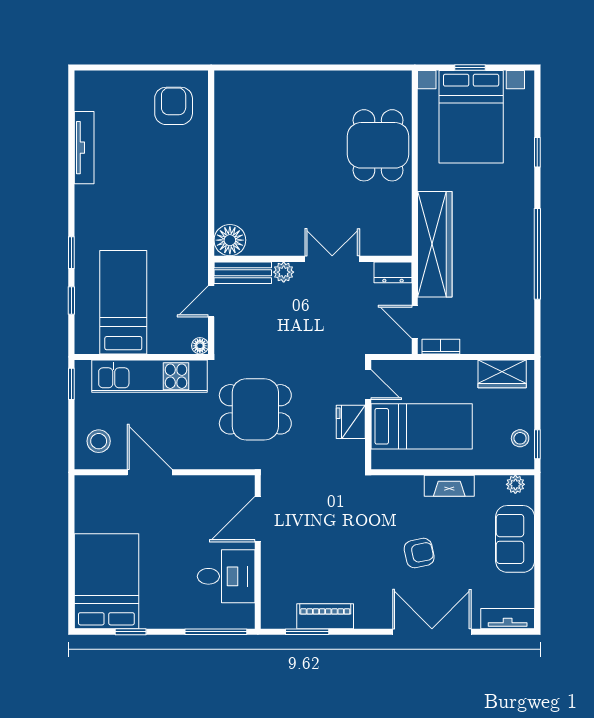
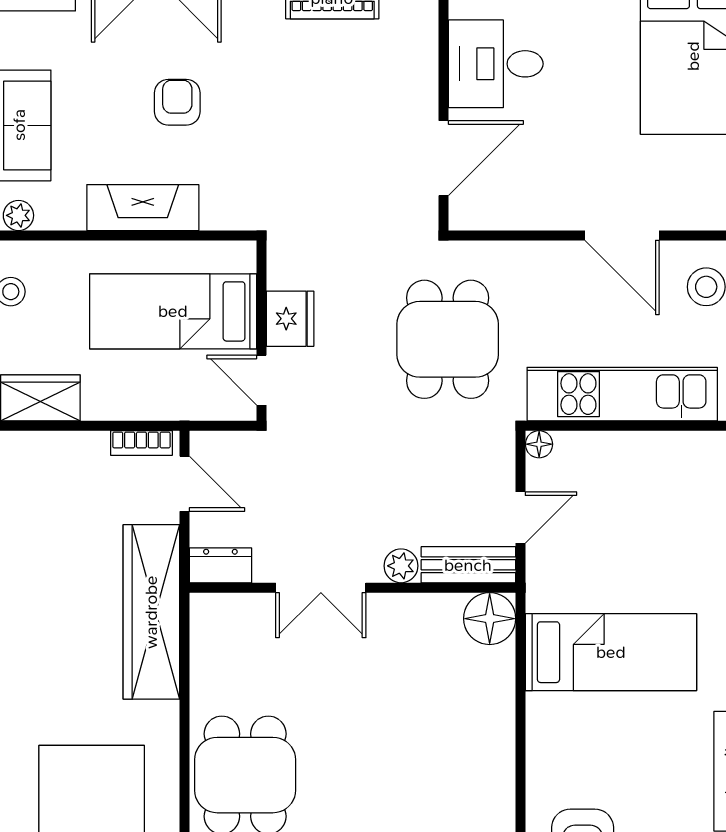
bed: (123, 302) -> (611, 652), moved, turned -90
dining table: (255, 409) -> (448, 339), turned 90
fireplace: (449, 486) -> (143, 208), width x1.37, depth x1.32
armchair: (419, 553) -> (177, 102), turned 102

